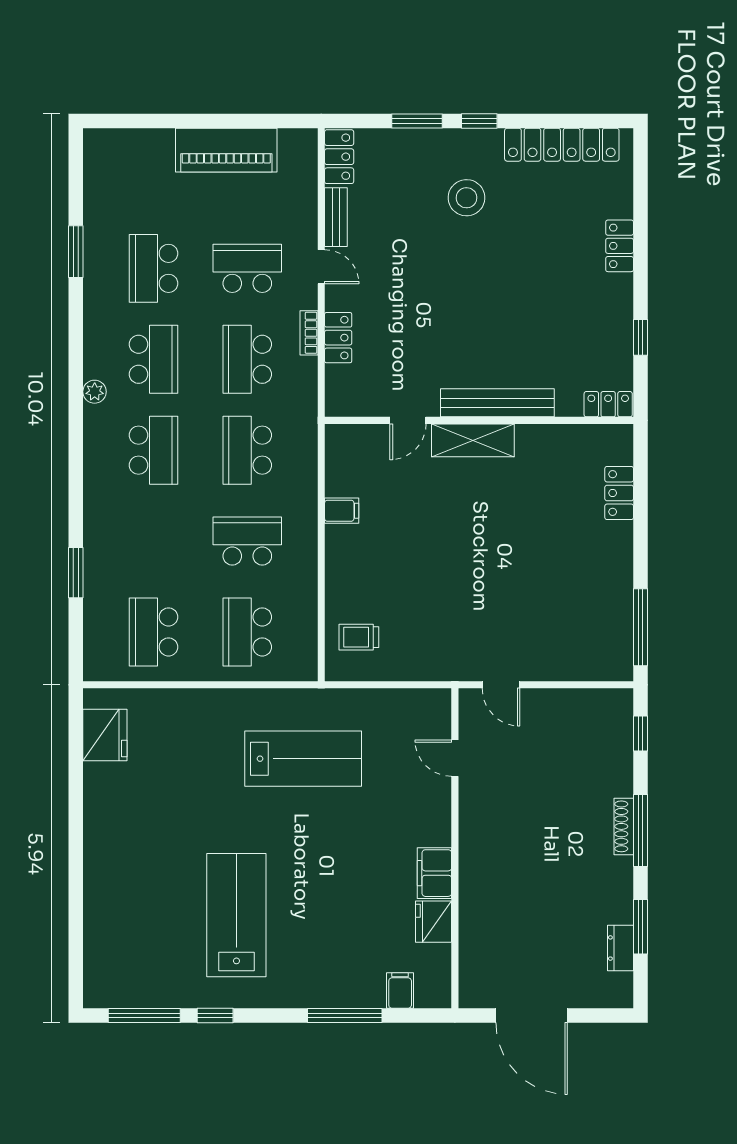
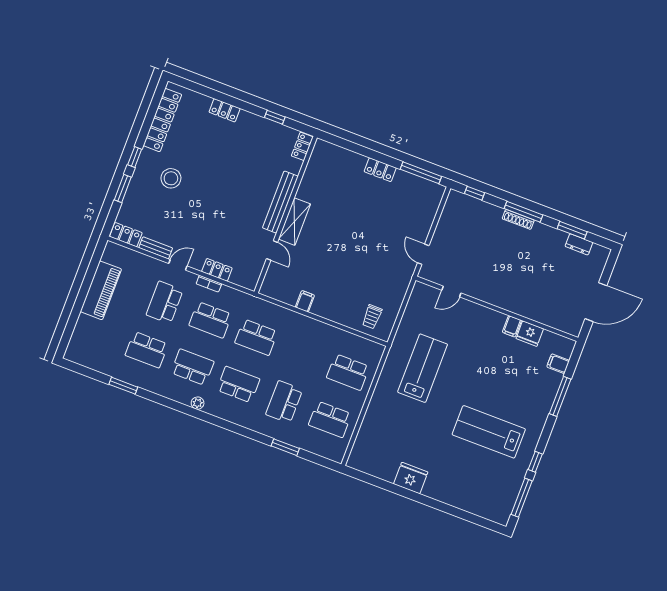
locker: (619, 493) -> (380, 170), moved
school desk: (247, 541) -> (284, 402), moved
door: (501, 685) -> (423, 254), swing flipped
fridge: (105, 735) -> (411, 478), moved
filing cabinet: (434, 873) -> (512, 326), width x0.50

